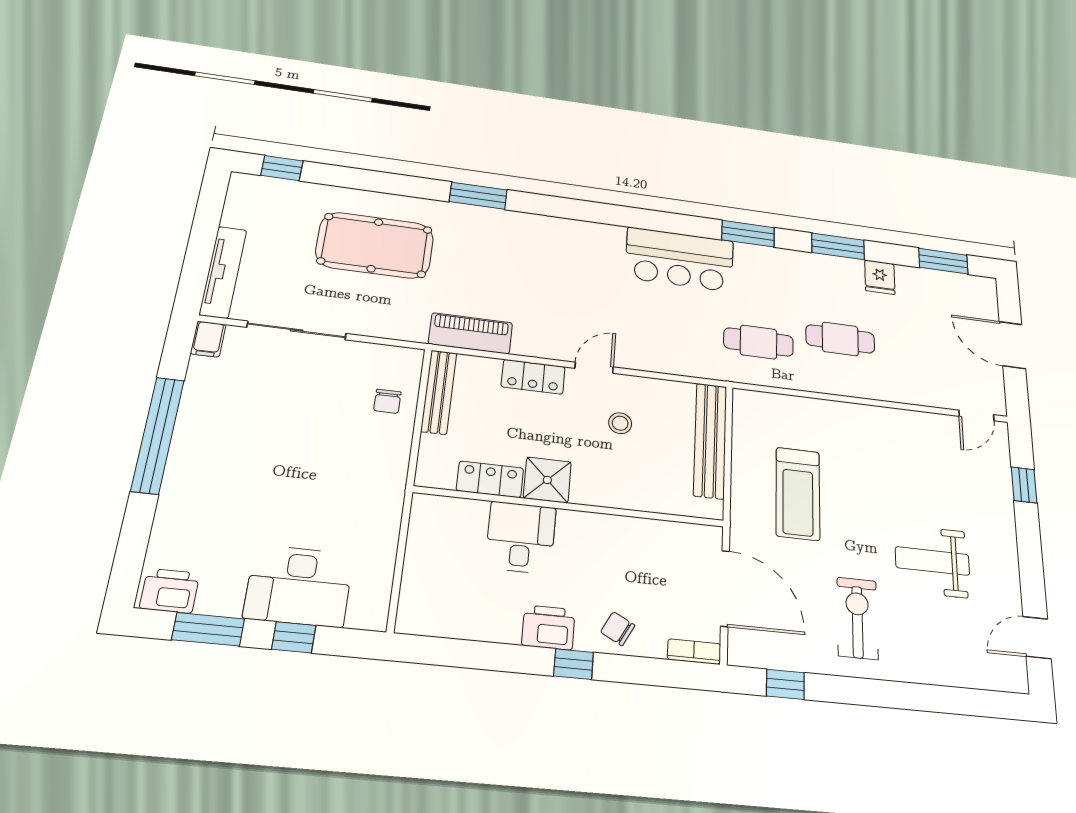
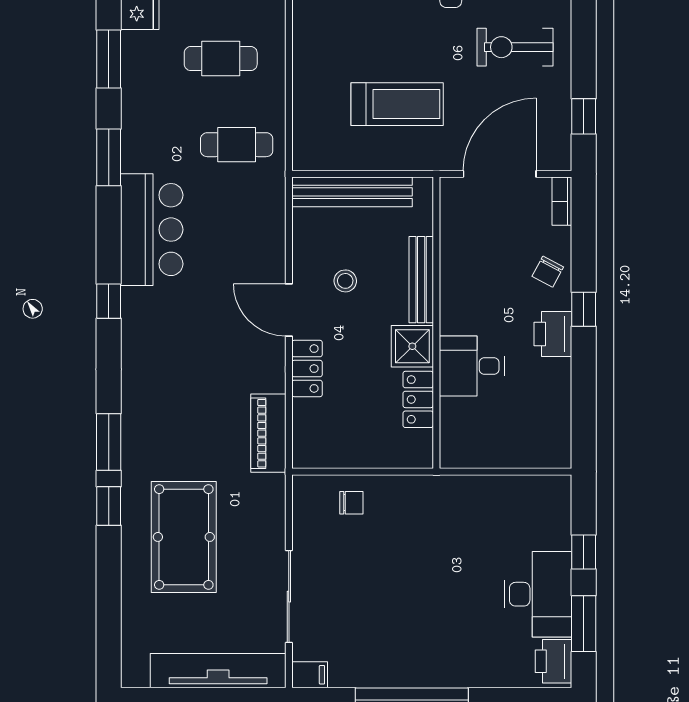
window: (282, 168) -> (109, 506), moved
window: (614, 215) -> (109, 301), added
tv unit: (223, 272) -> (218, 671), width x1.36, depth x1.29
cafe table: (840, 339) -> (221, 59), turned 90
cafe table: (759, 342) -> (237, 145), turned 90
door: (594, 368) -> (289, 310), width x1.38
bench: (439, 392) -> (421, 280), moved, turned 90
desk: (299, 586) -> (538, 594), moved

